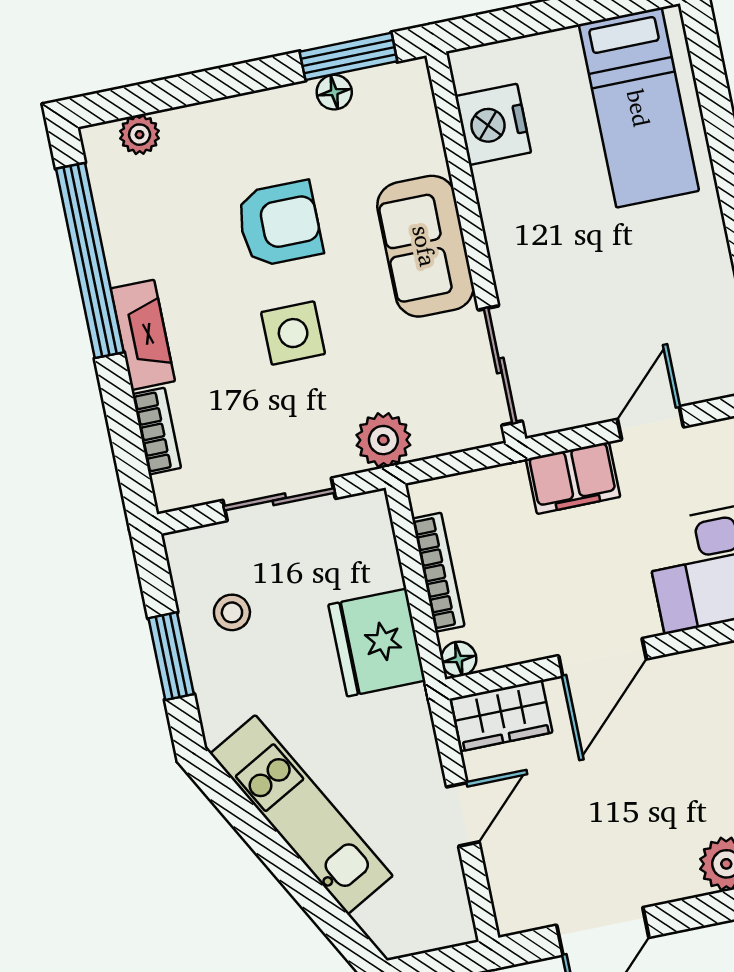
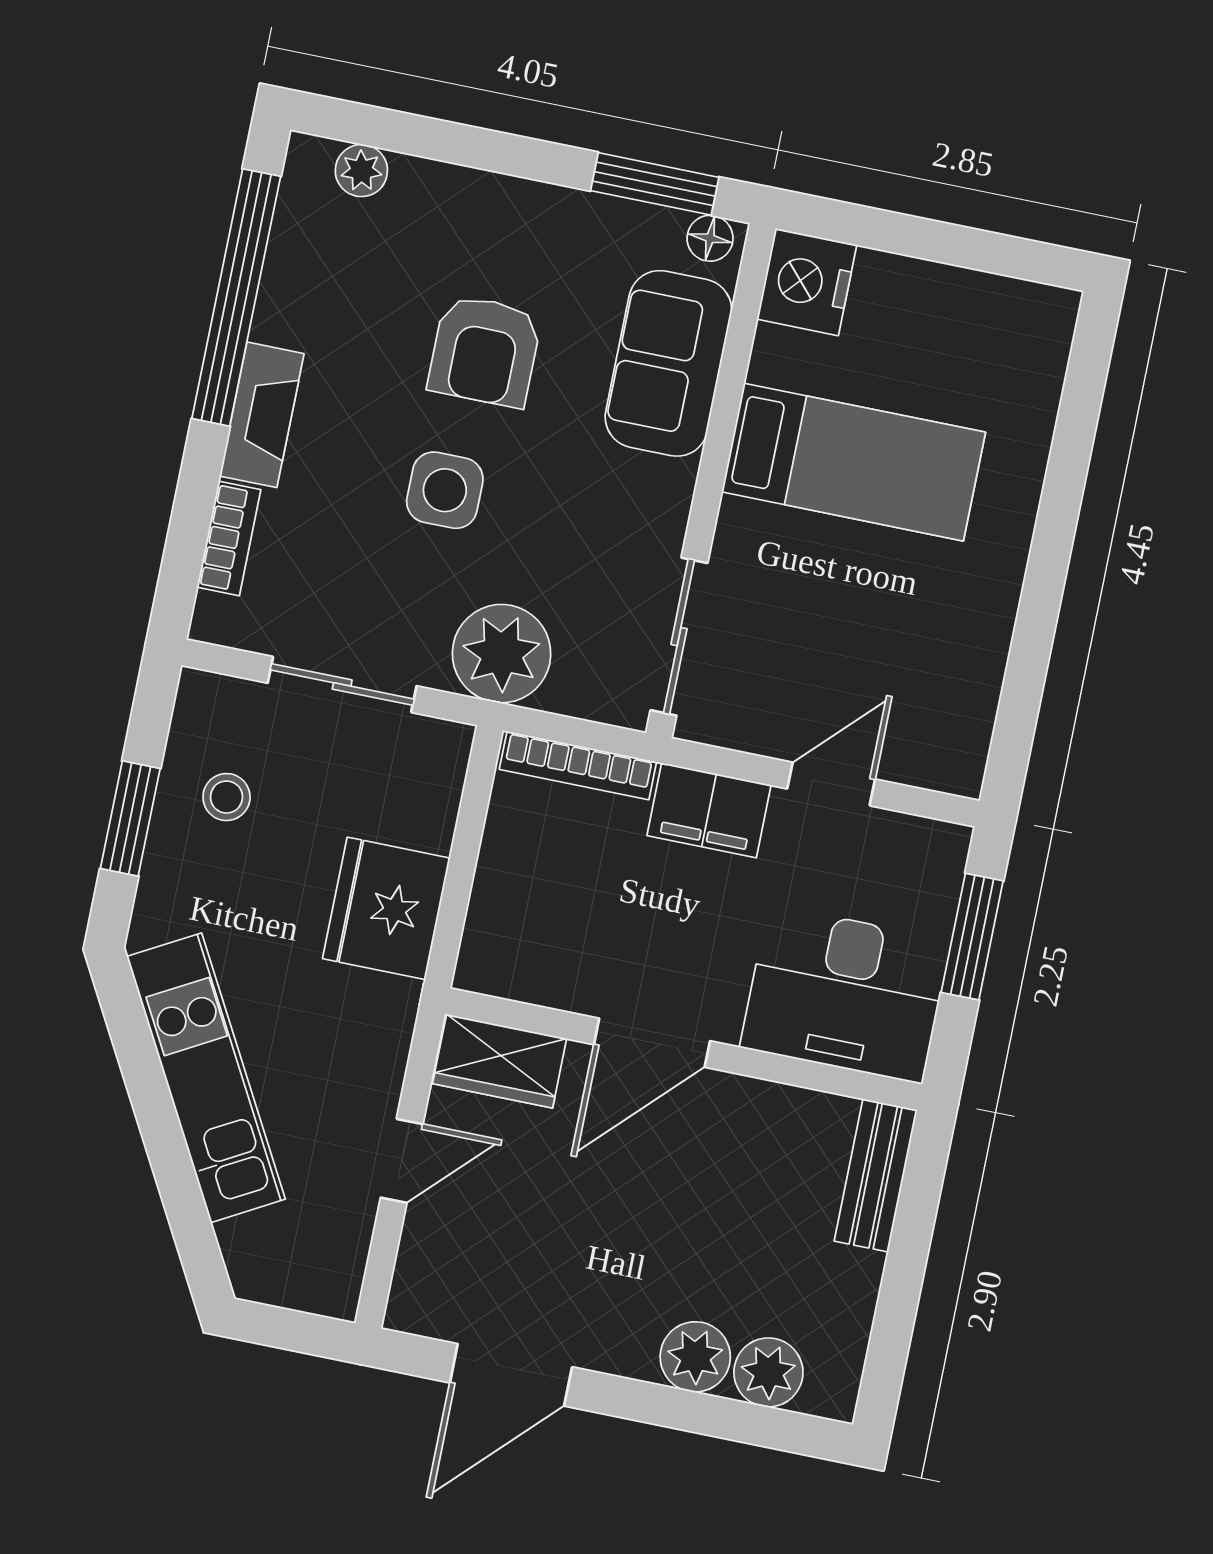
floor lamp: (334, 92) -> (710, 238), moved
bed: (639, 108) -> (854, 462), moved, turned -90
nightstand: (493, 124) -> (807, 282), moved
armchair: (279, 224) -> (485, 351), turned 90
sofa: (425, 246) -> (668, 363), moved
plant: (383, 440) -> (502, 654), width x1.36, depth x1.36
bookcase: (438, 572) -> (578, 766), moved, turned 90
floor lamp: (459, 659) -> (477, 971), removed

